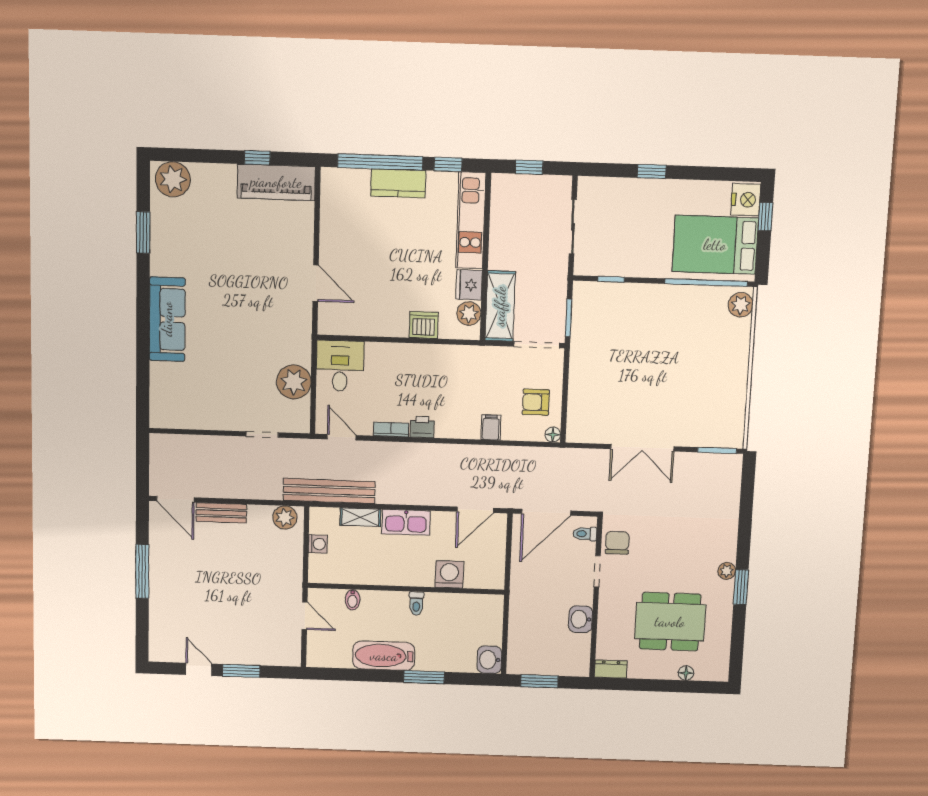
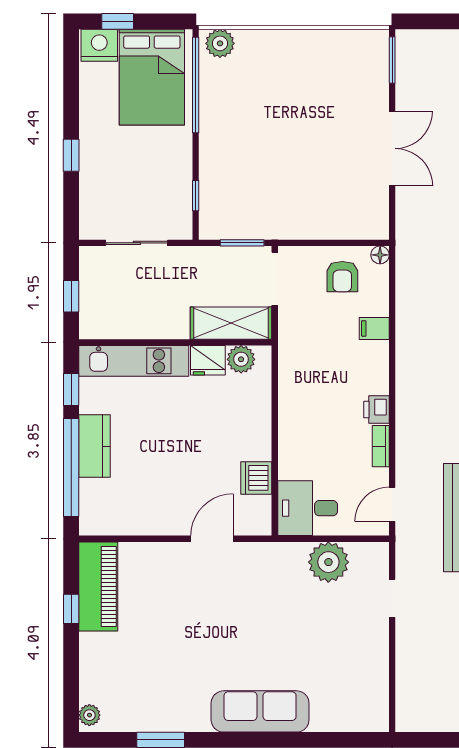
plant: (173, 179) -> (89, 715), width x0.53, depth x0.53
dishwasher: (424, 325) -> (256, 478), moved

